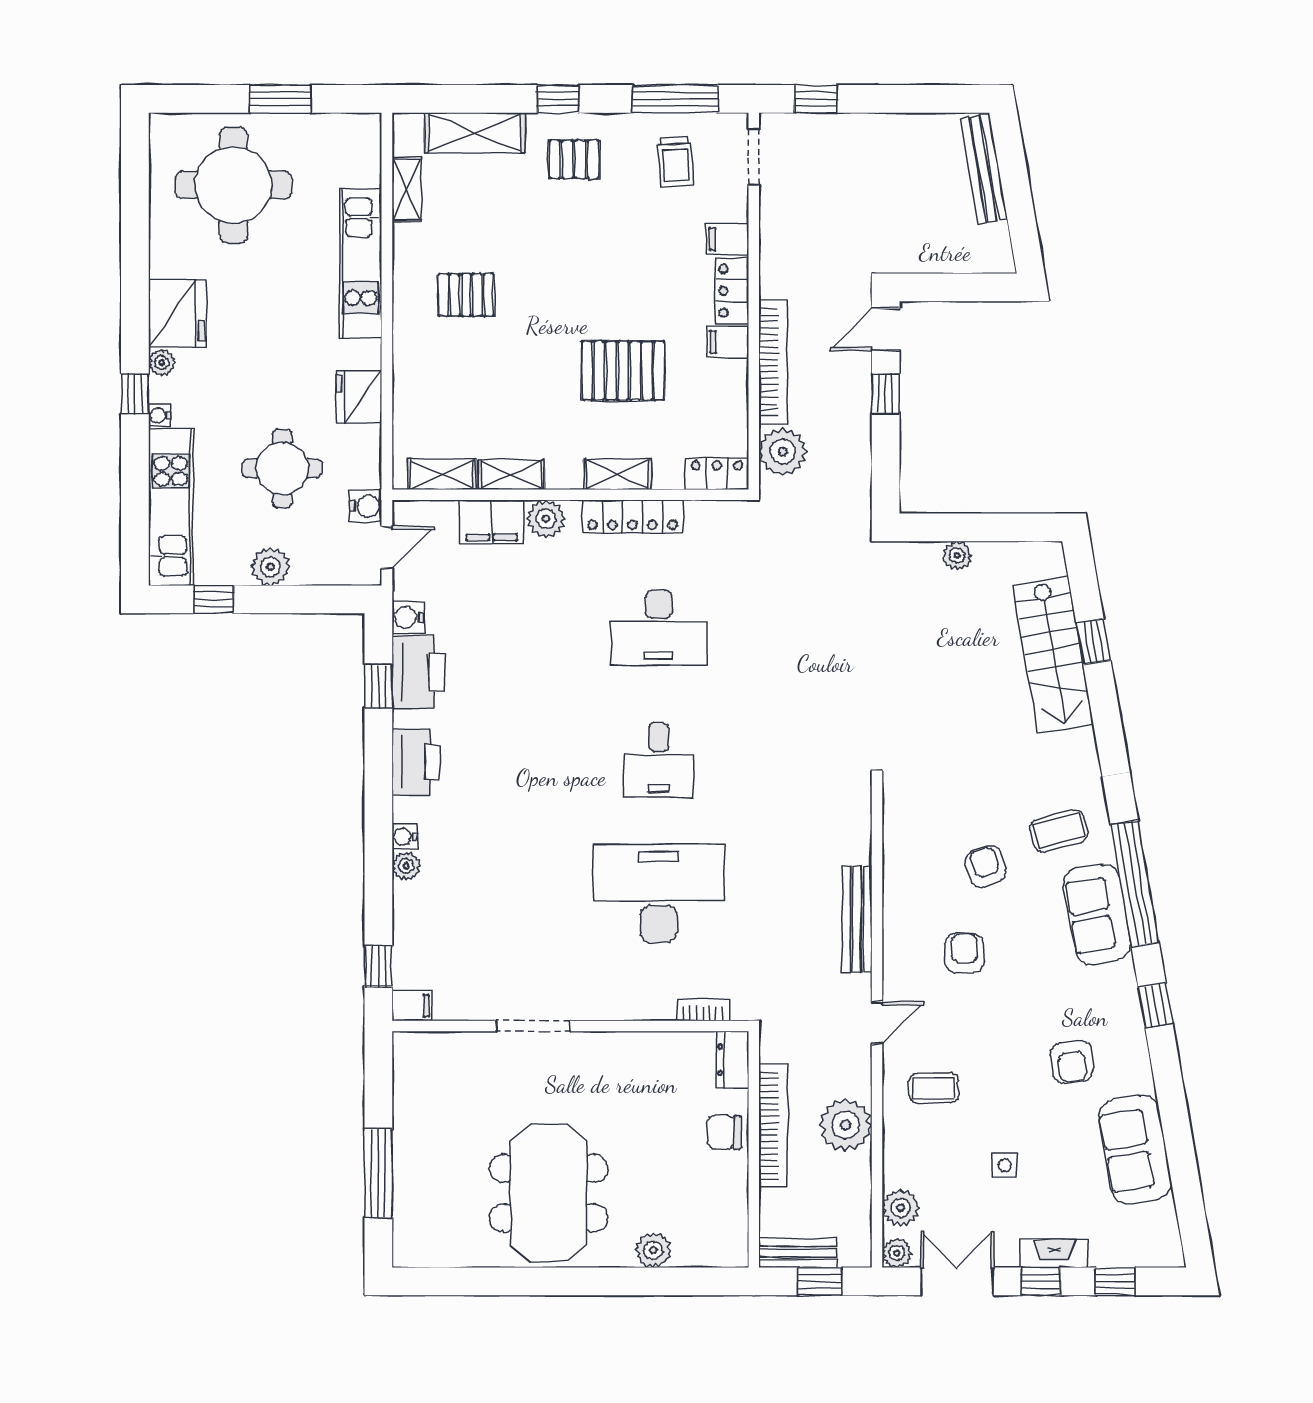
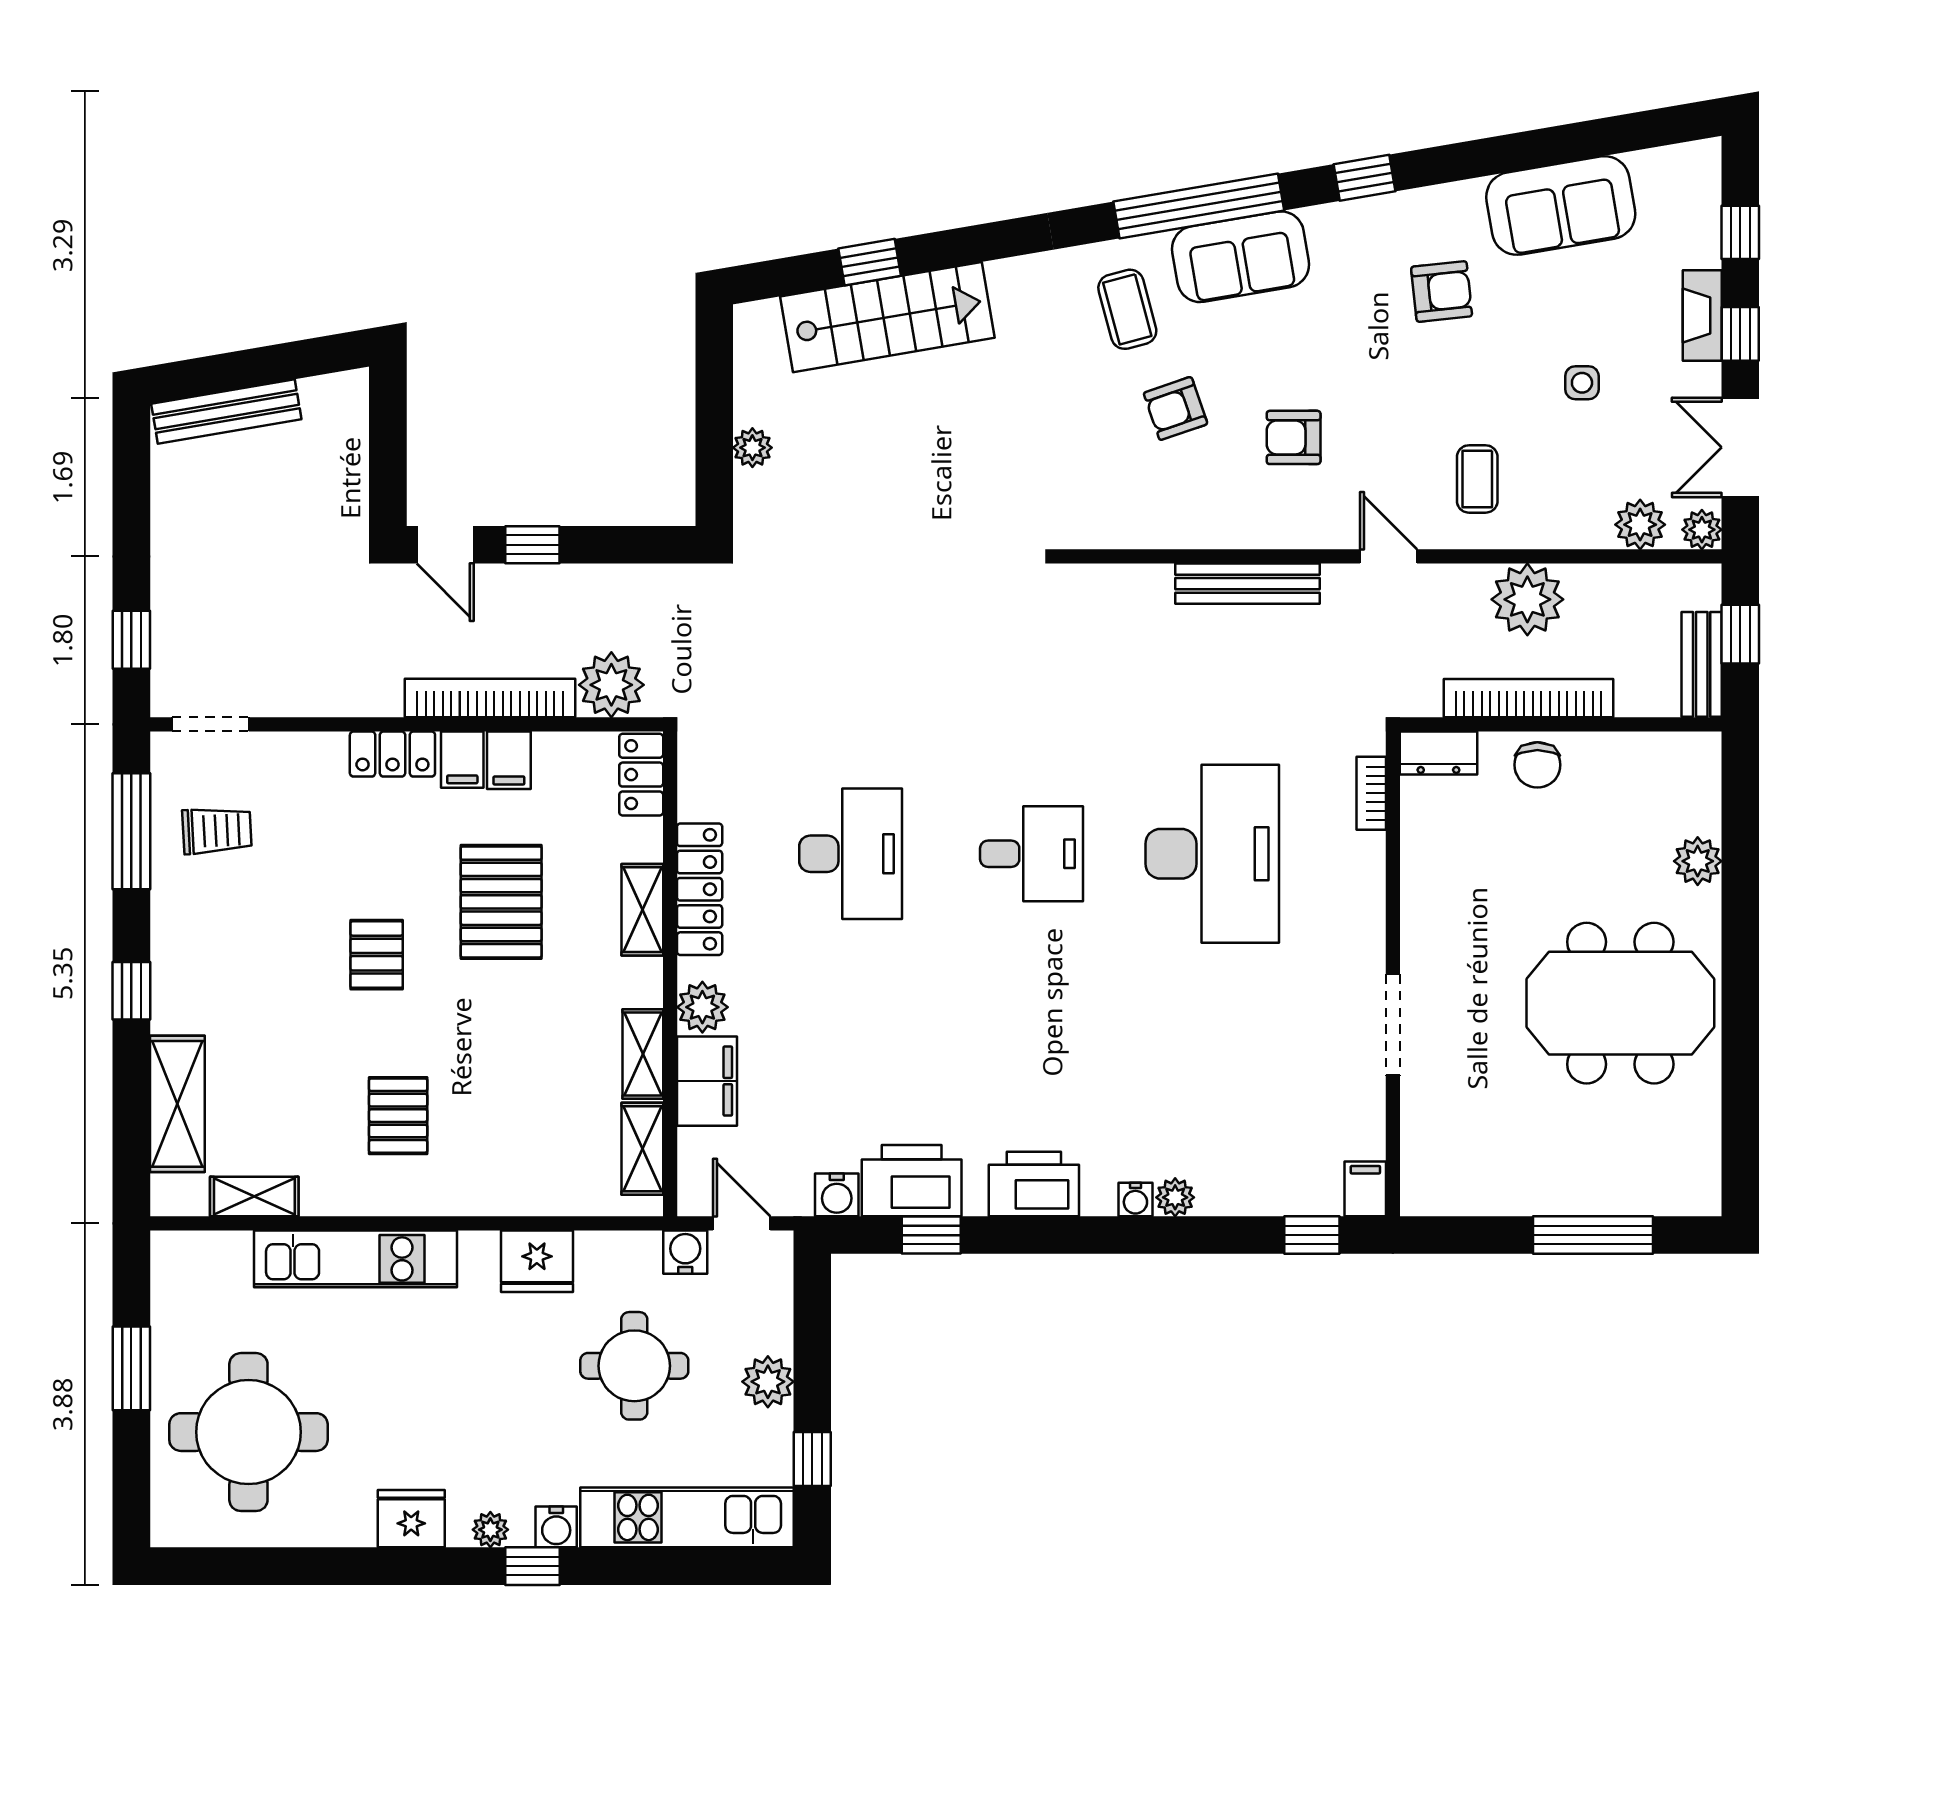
pallet: (574, 159) -> (377, 955), moved
filing cabinet: (727, 239) -> (509, 760), moved
fridge: (177, 313) -> (411, 1519), width x0.73, depth x0.75
water cooler: (160, 415) -> (556, 1527), width x1.38, depth x1.38
desk: (659, 893) -> (1212, 854), turned 180

